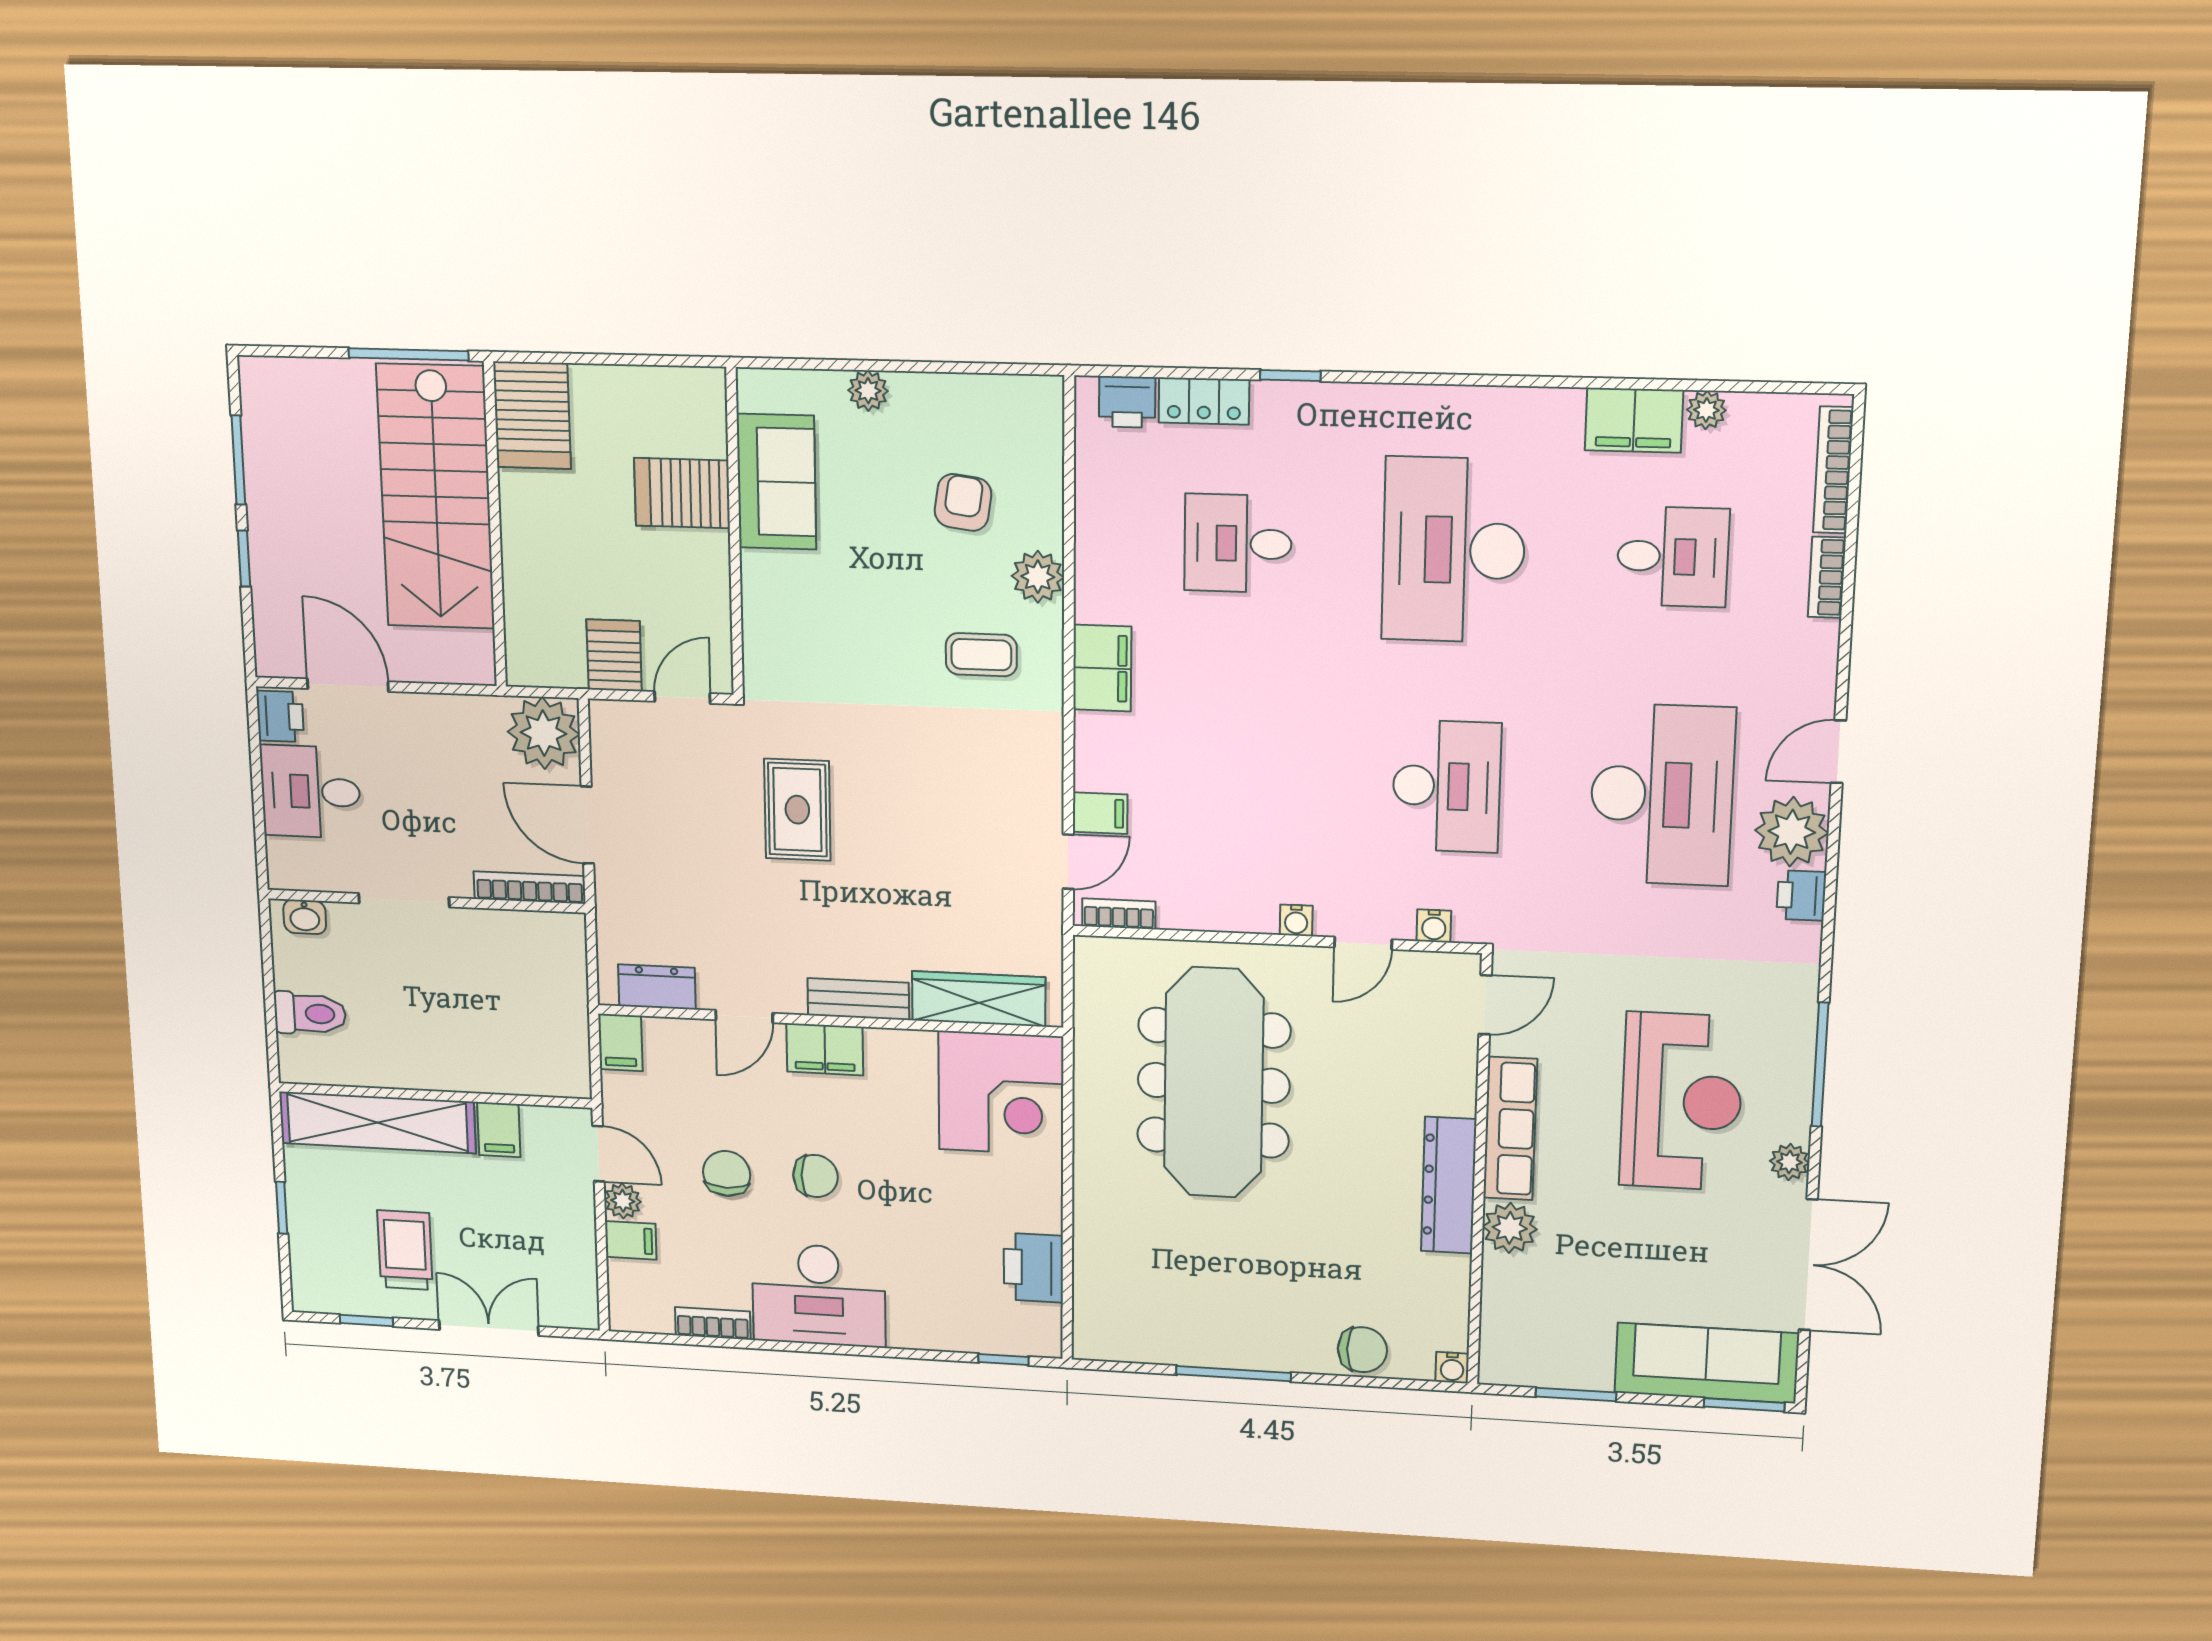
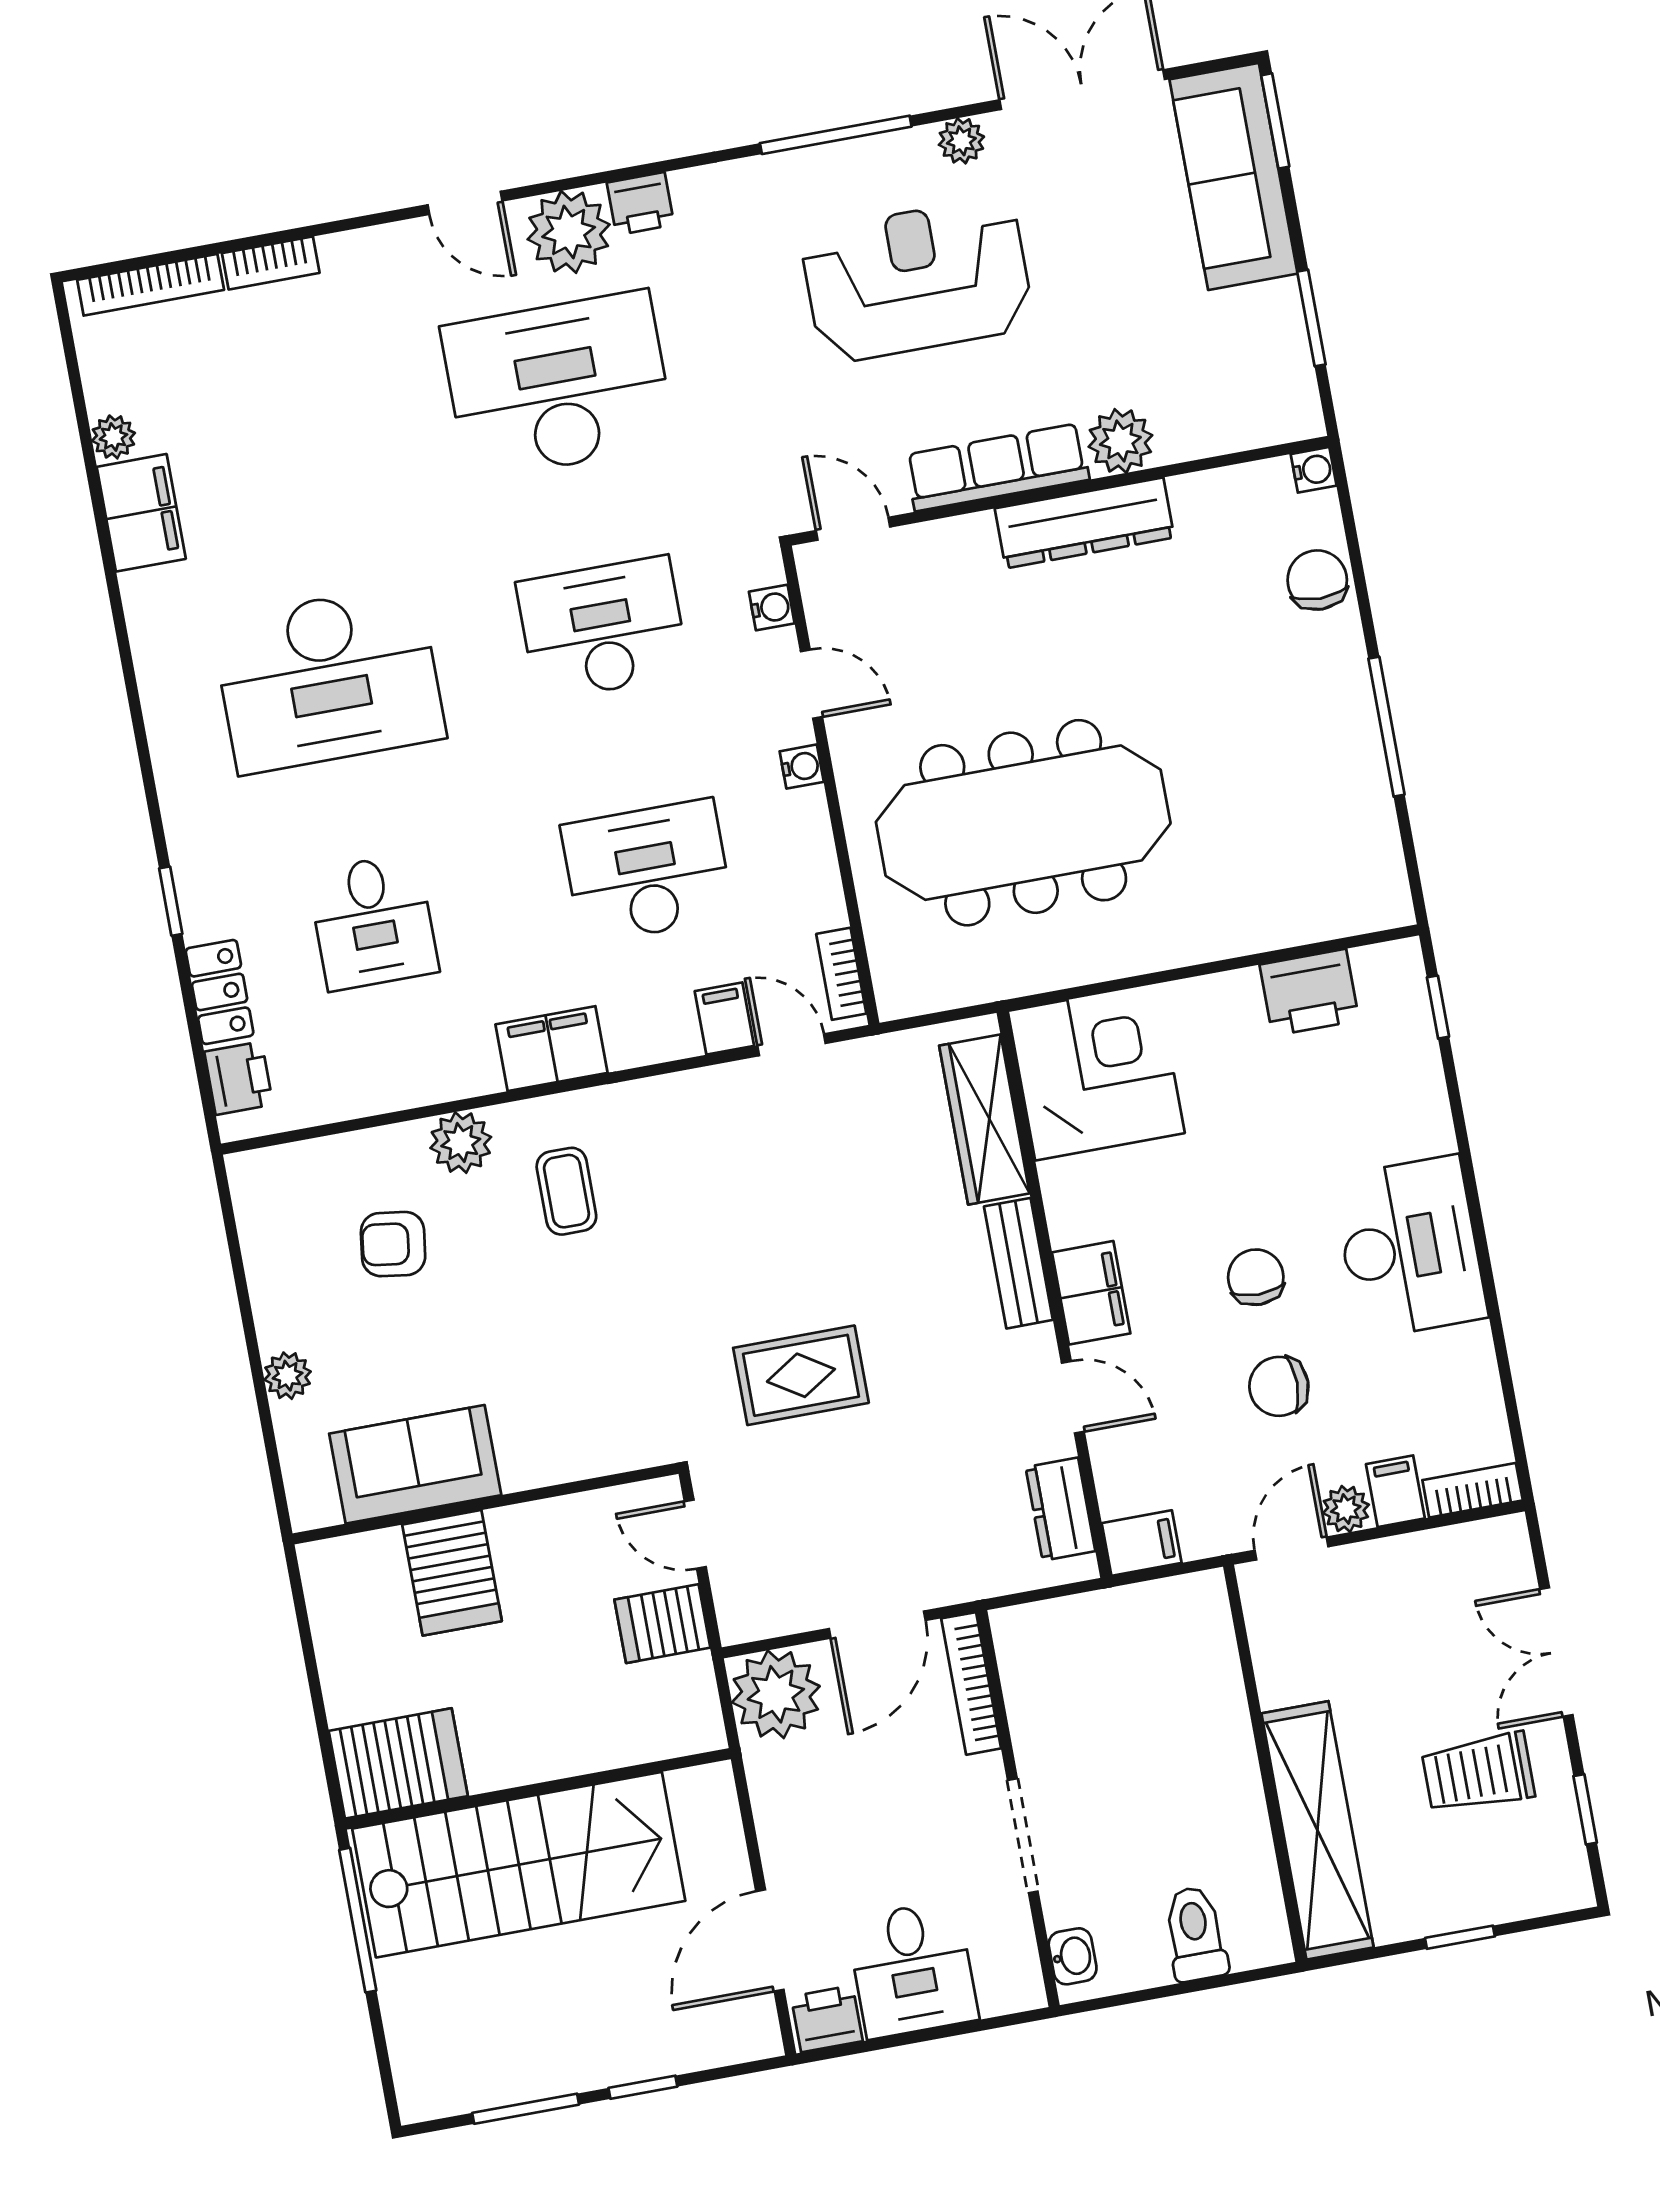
desk: (1673, 557) -> (647, 871), moved, width x1.37
filing cabinet: (499, 1130) -> (1290, 1677), removed
bookcase: (713, 1323) -> (1473, 1490), moved, turned 90

